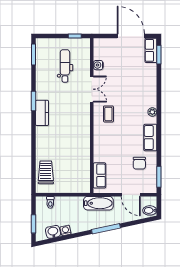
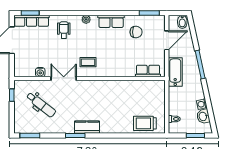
row of seats: (151, 50) -> (32, 21), width x1.48
dental chair: (65, 66) -> (41, 105), turned -142
wheelchair: (141, 89) -> (64, 30), added

